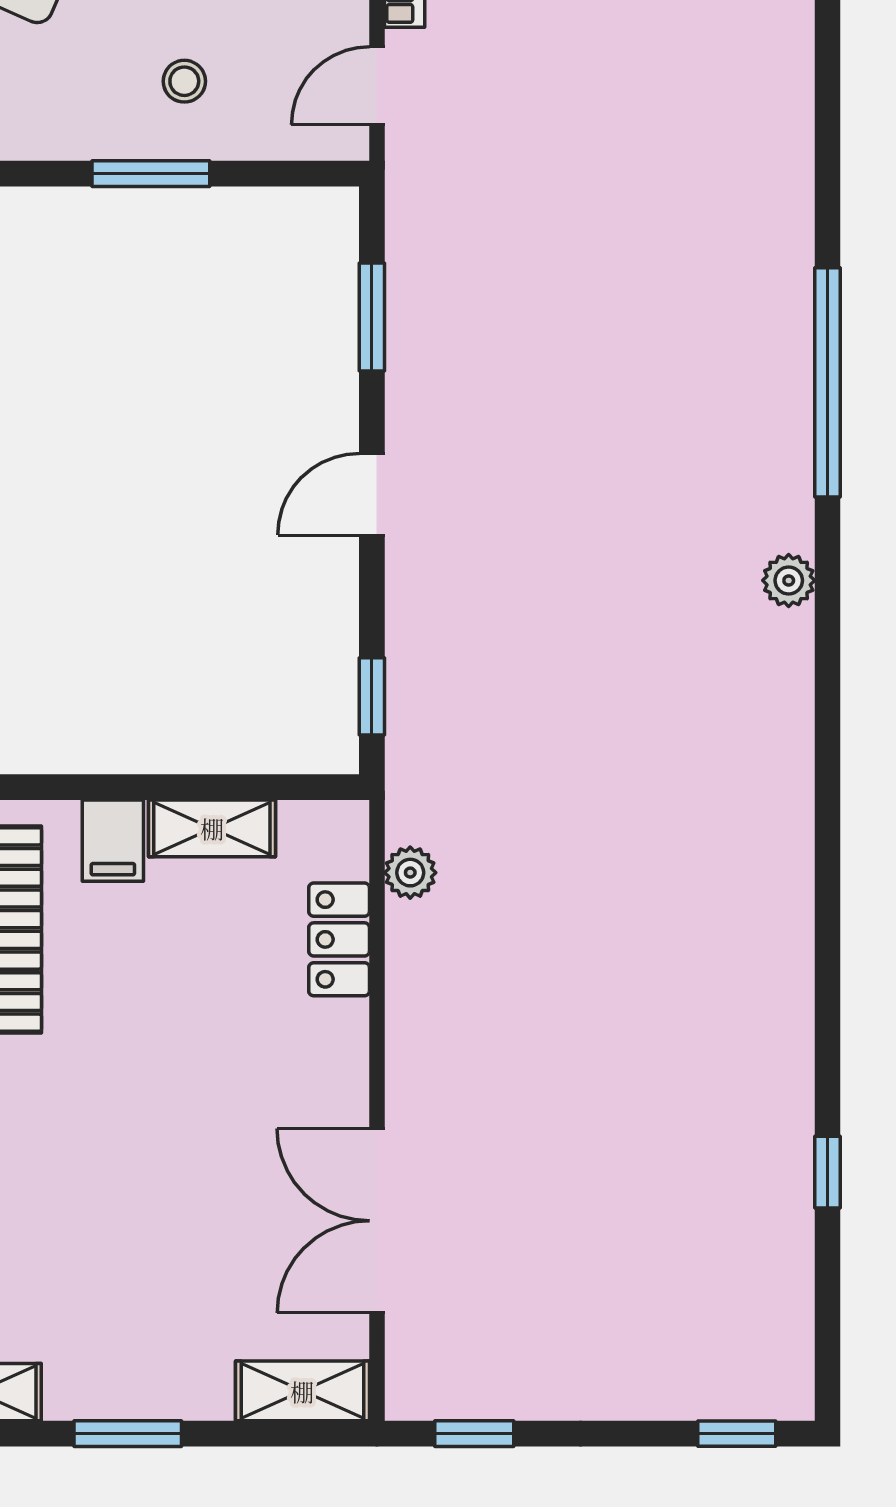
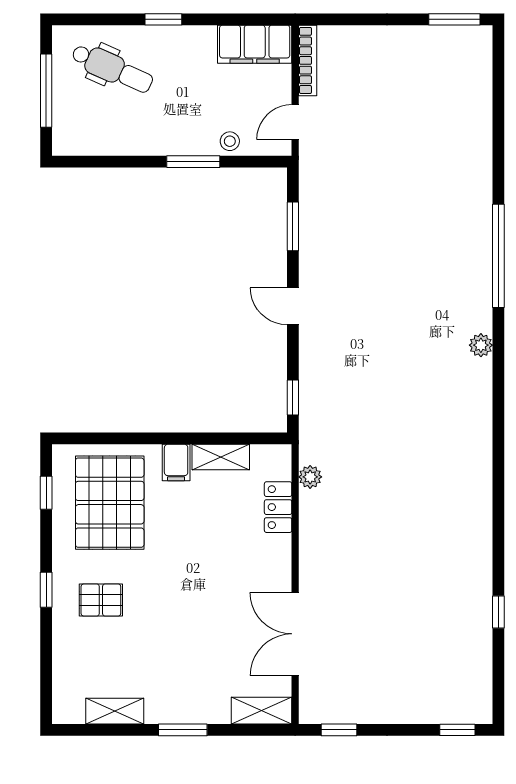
stool: (184, 81) -> (230, 141), moved
door: (372, 494) -> (293, 306), hinge flipped

